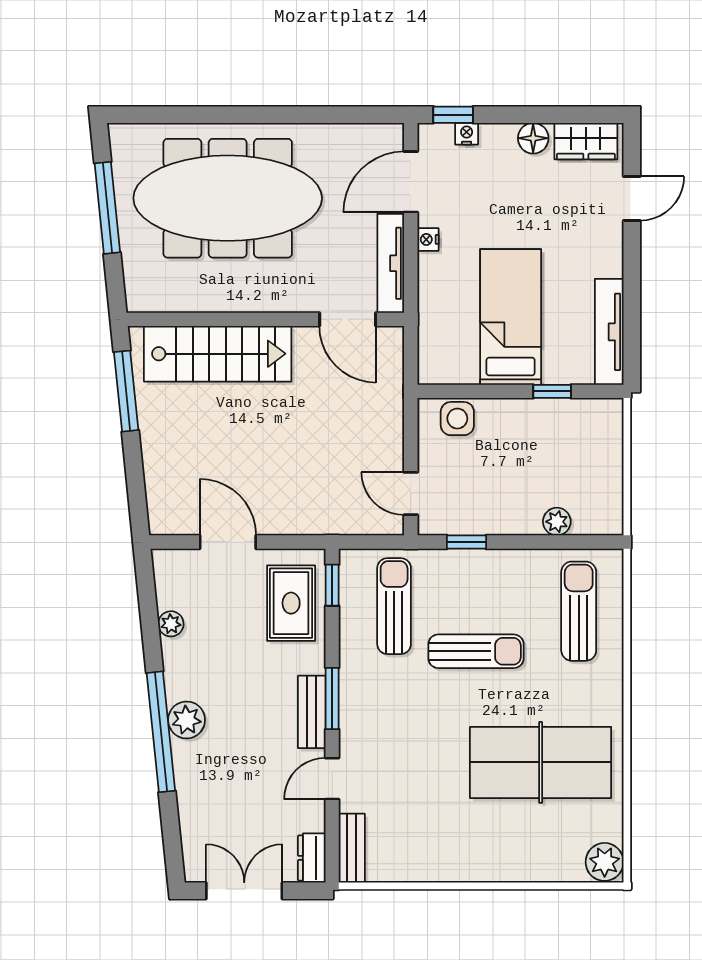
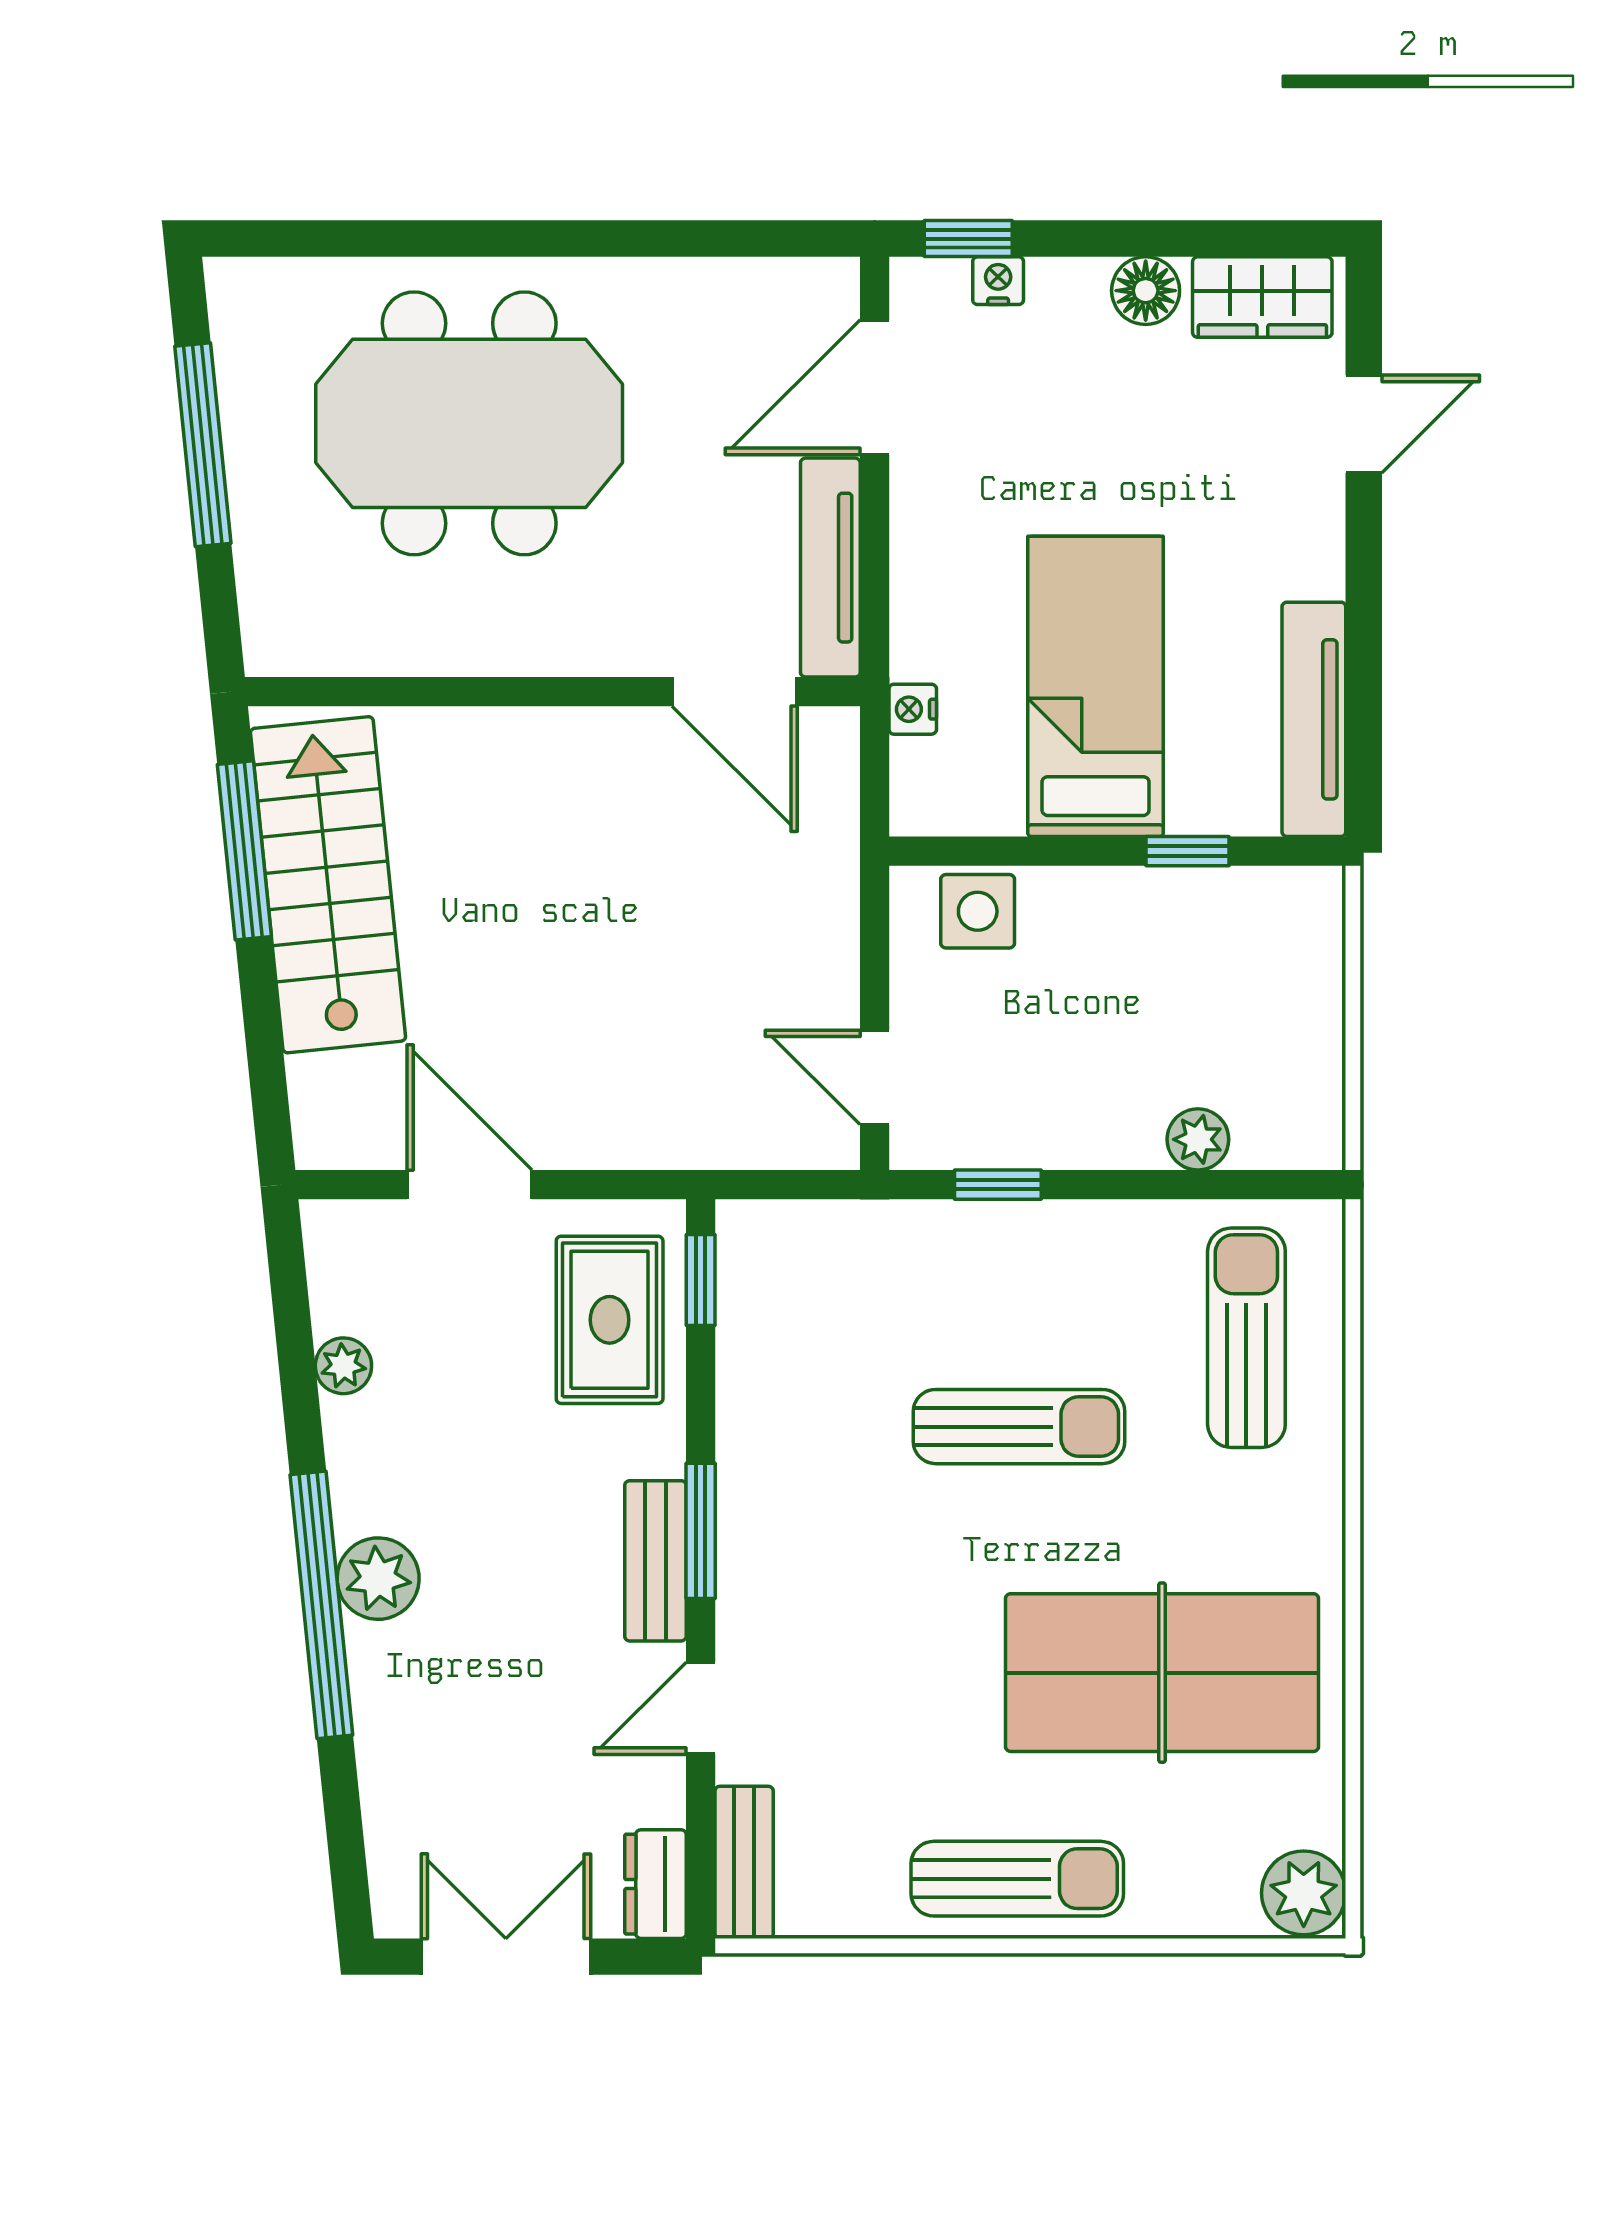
meeting table: (228, 198) -> (469, 423), width x0.73
nightstand: (428, 239) -> (913, 709), moved
stairs: (218, 354) -> (328, 885), moved, turned -96
sun lounger: (394, 606) -> (1017, 1879), moved, turned 90

